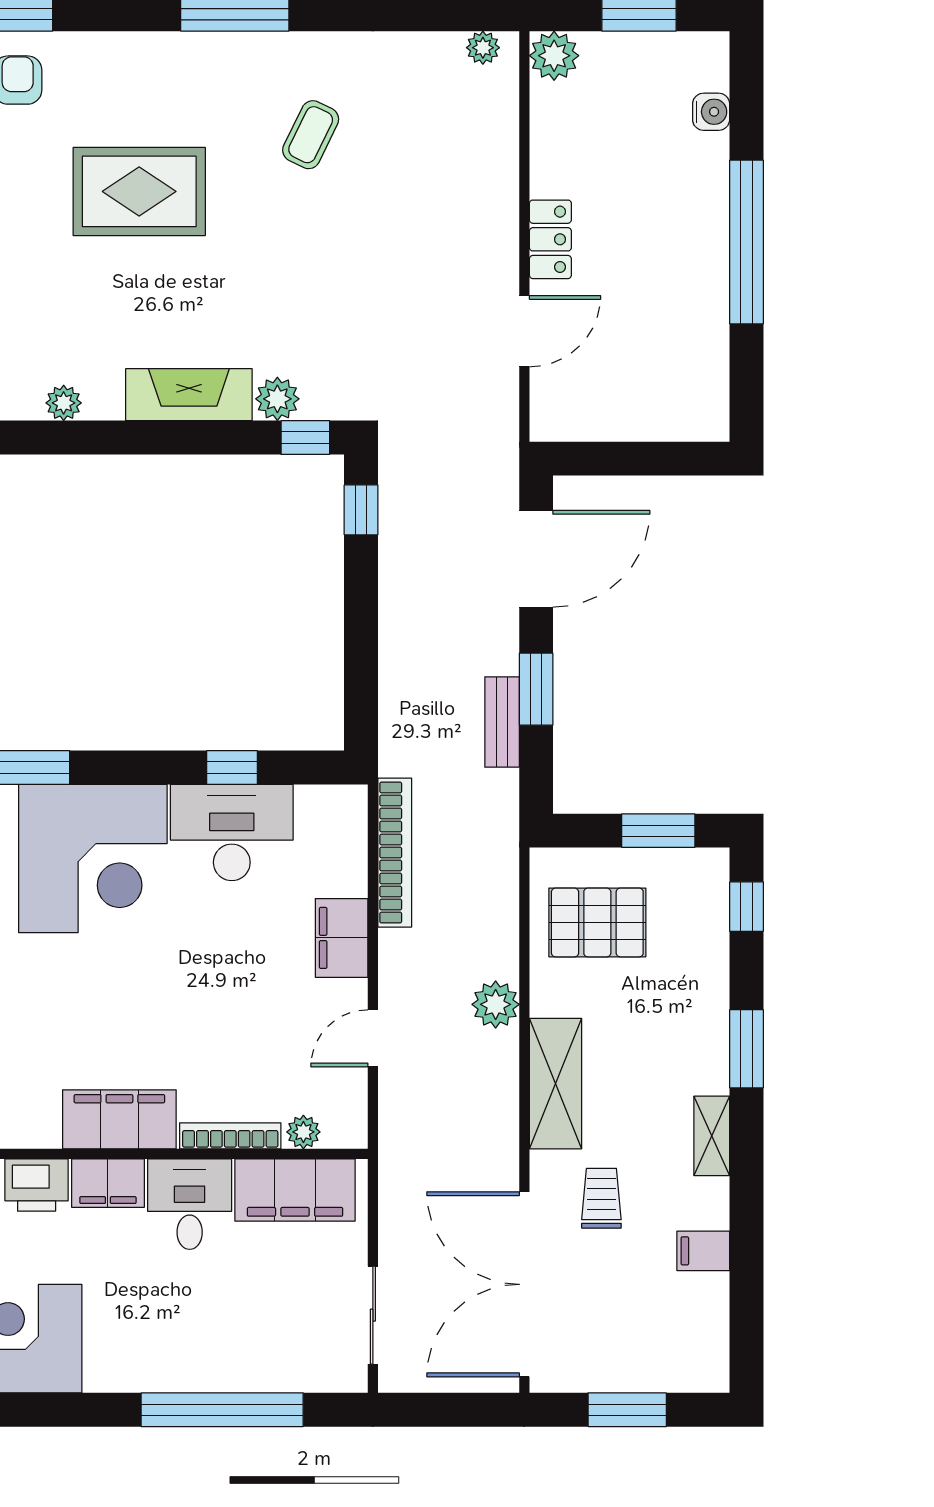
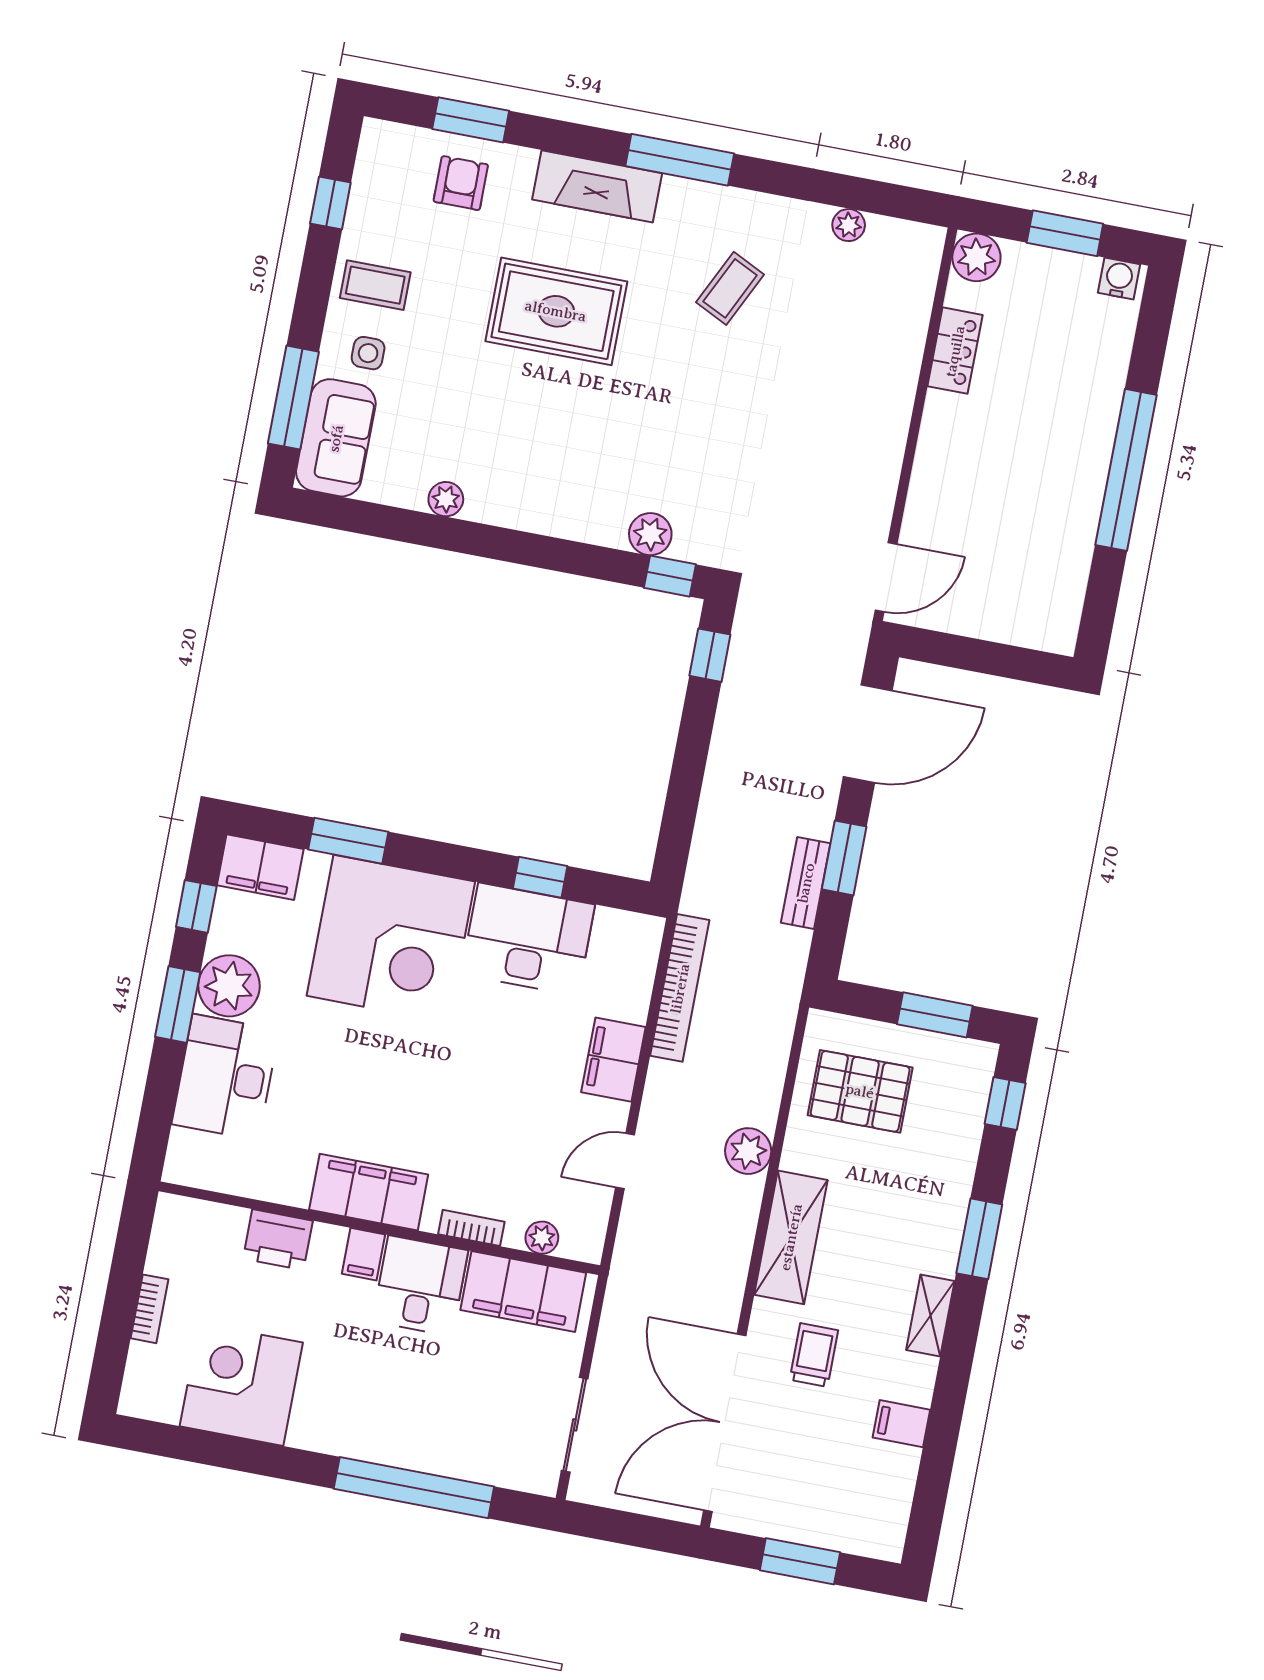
plant: (483, 48) -> (849, 225), moved
water cooler: (711, 112) -> (1119, 279), moved, turned -90
locker: (550, 239) -> (955, 351), moved
door: (524, 331) -> (886, 577), moved
fireplace: (189, 395) -> (597, 186), moved, turned 180
bookcase: (230, 1136) -> (471, 1228), width x0.64
filing cabinet: (108, 1183) -> (364, 1254), width x0.50

